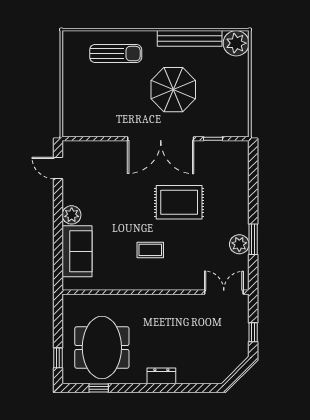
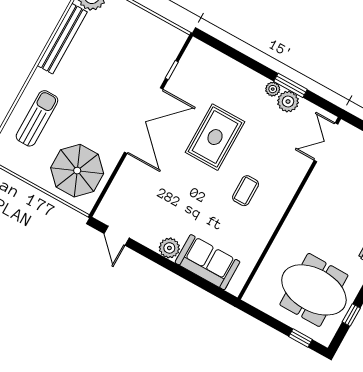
parasol: (173, 90) -> (77, 171), moved
door: (58, 168) -> (117, 236), hinge flipped
plant: (242, 227) -> (273, 89), added

